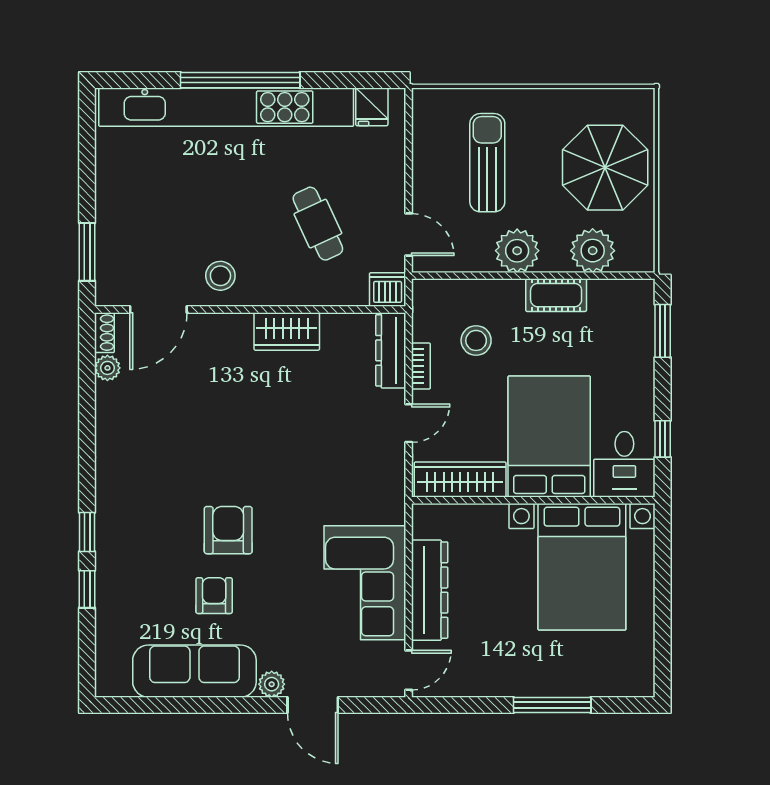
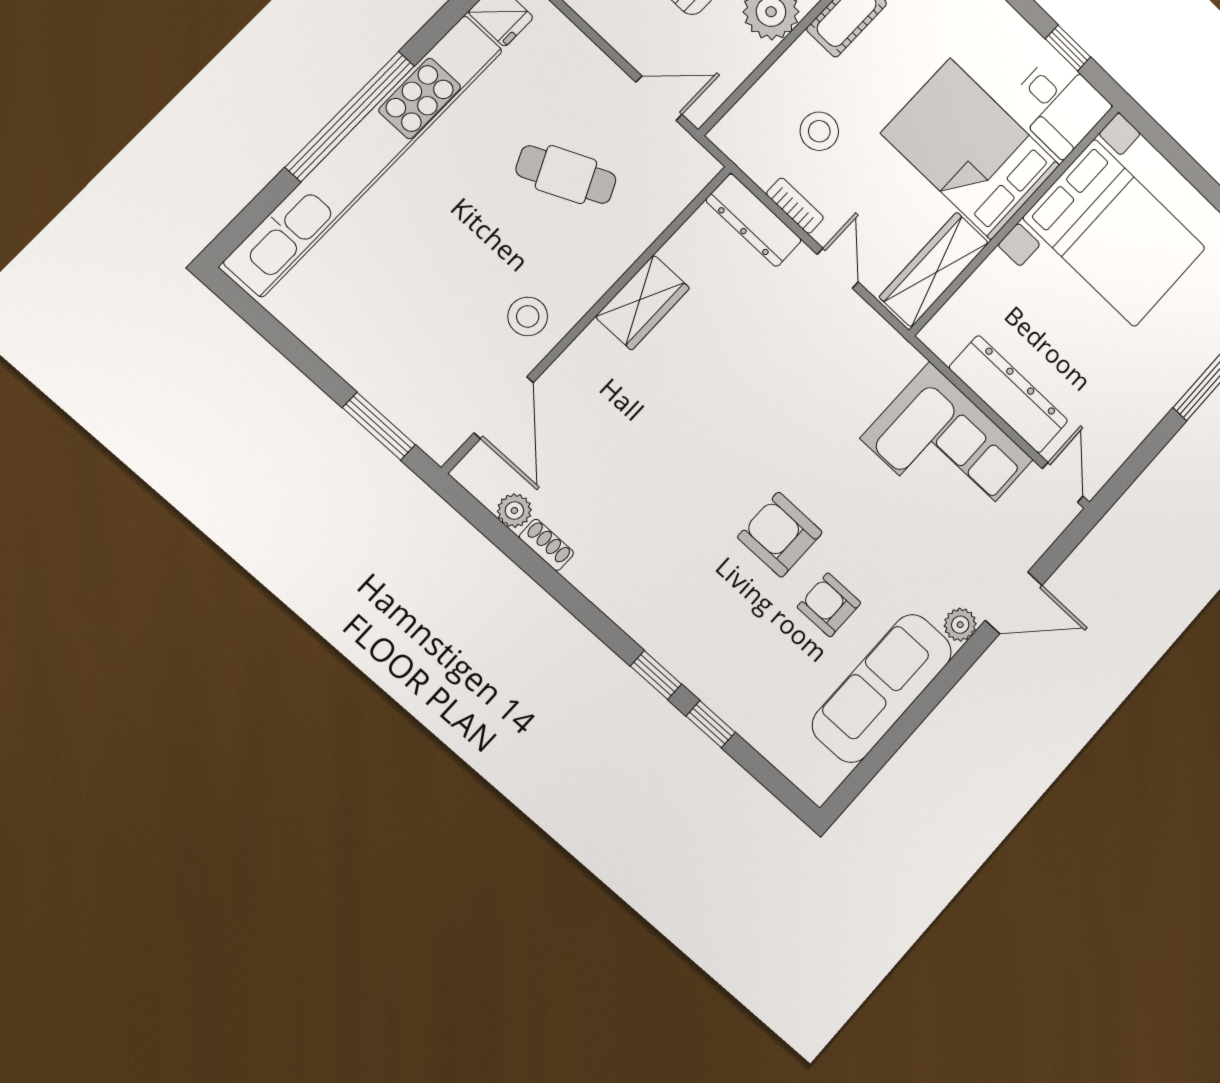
dishwasher: (388, 290) -> (693, 168), removed
shoe rack: (104, 333) -> (546, 545), moved

